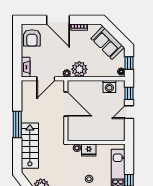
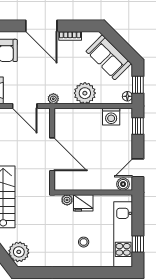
plant: (79, 69) -> (85, 93), moved
door: (46, 79) -> (25, 106), hinge flipped
door: (66, 104) -> (52, 154), moved
door: (129, 112) -> (138, 168), moved
boiler: (118, 136) -> (123, 184), added

